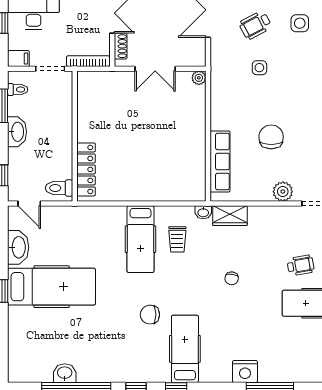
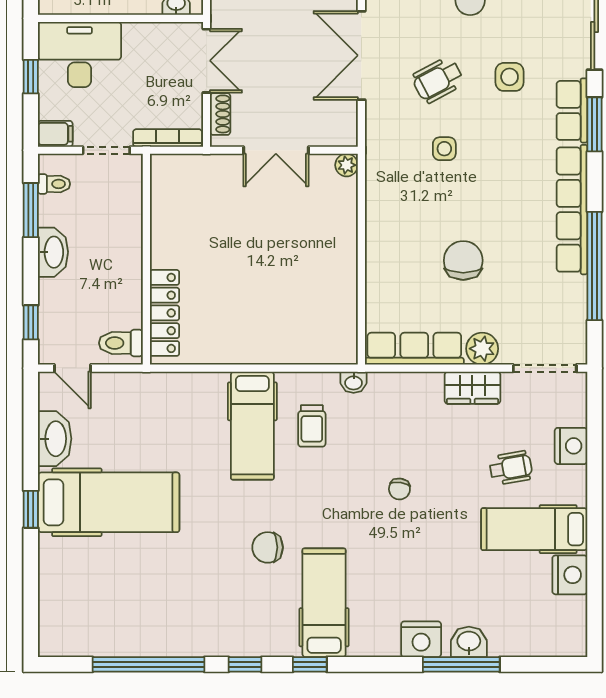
row of seats: (220, 161) -> (414, 349), moved, turned -90
wardrobe: (230, 216) -> (472, 388), moved
washbasin: (65, 373) -> (469, 642), moved

